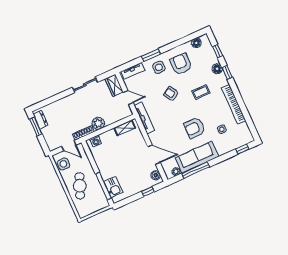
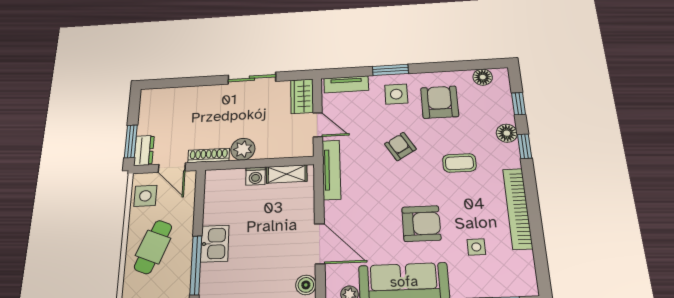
dresser: (41, 120) -> (144, 150), moved
window: (36, 127) -> (131, 141), moved
armchair: (195, 128) -> (421, 224), turned 180
washing machine: (96, 141) -> (255, 176), moved
kitchen sink: (113, 187) -> (215, 244), moved

